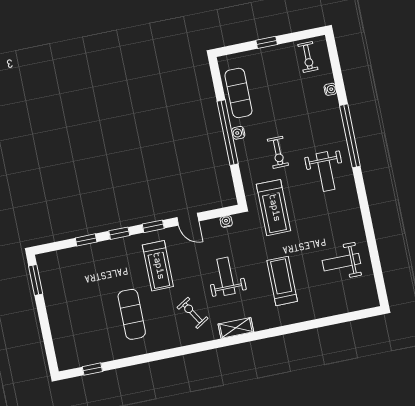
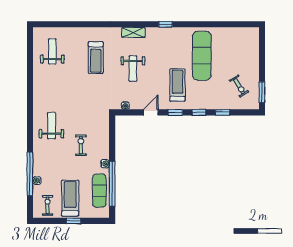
window: (228, 133) -> (112, 184), moved
window: (350, 136) -> (30, 174), moved
treadmill: (274, 208) -> (70, 198), moved
door: (188, 219) -> (151, 112), hinge flipped
weight bench: (341, 262) -> (52, 51), moved, turned -90
exercise bike: (193, 313) -> (239, 86), moved
exercise mat: (132, 314) -> (202, 56), width x1.36, depth x1.45
window: (92, 369) -> (165, 24), moved

